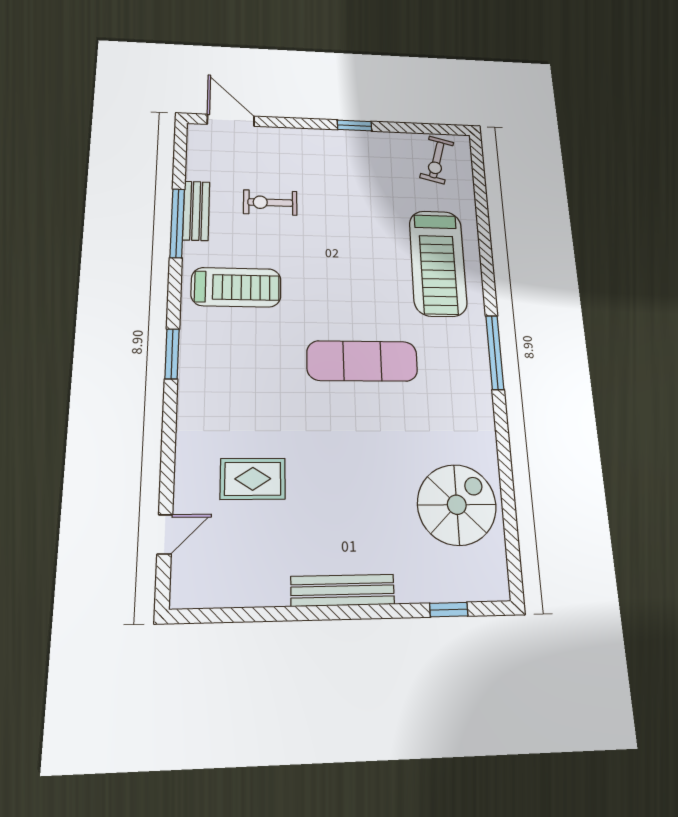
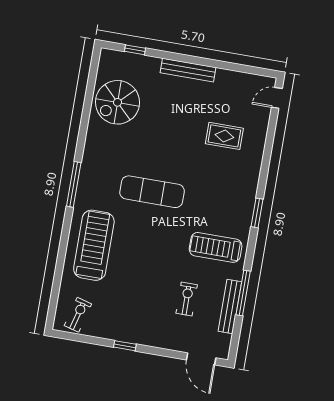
exercise bike: (270, 203) -> (187, 299), turned -90
bench: (196, 211) -> (230, 307), width x1.36
door: (165, 534) -> (277, 98), moved

